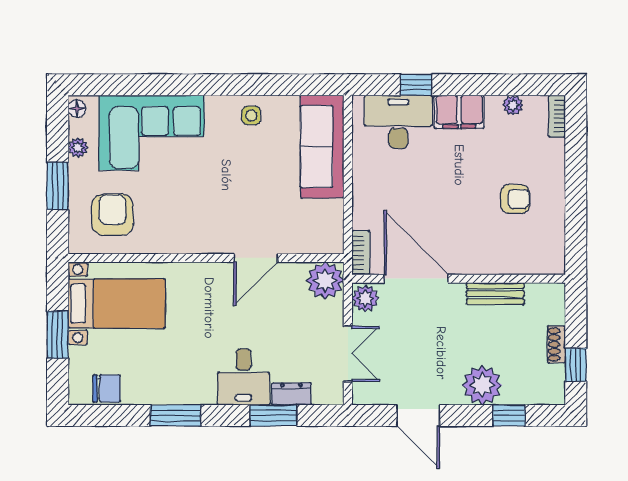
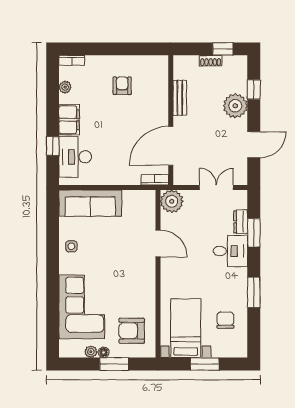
floor lamp: (77, 109) -> (104, 352), moved
plant: (365, 298) -> (183, 177), removed
chair: (107, 389) -> (225, 320), moved

